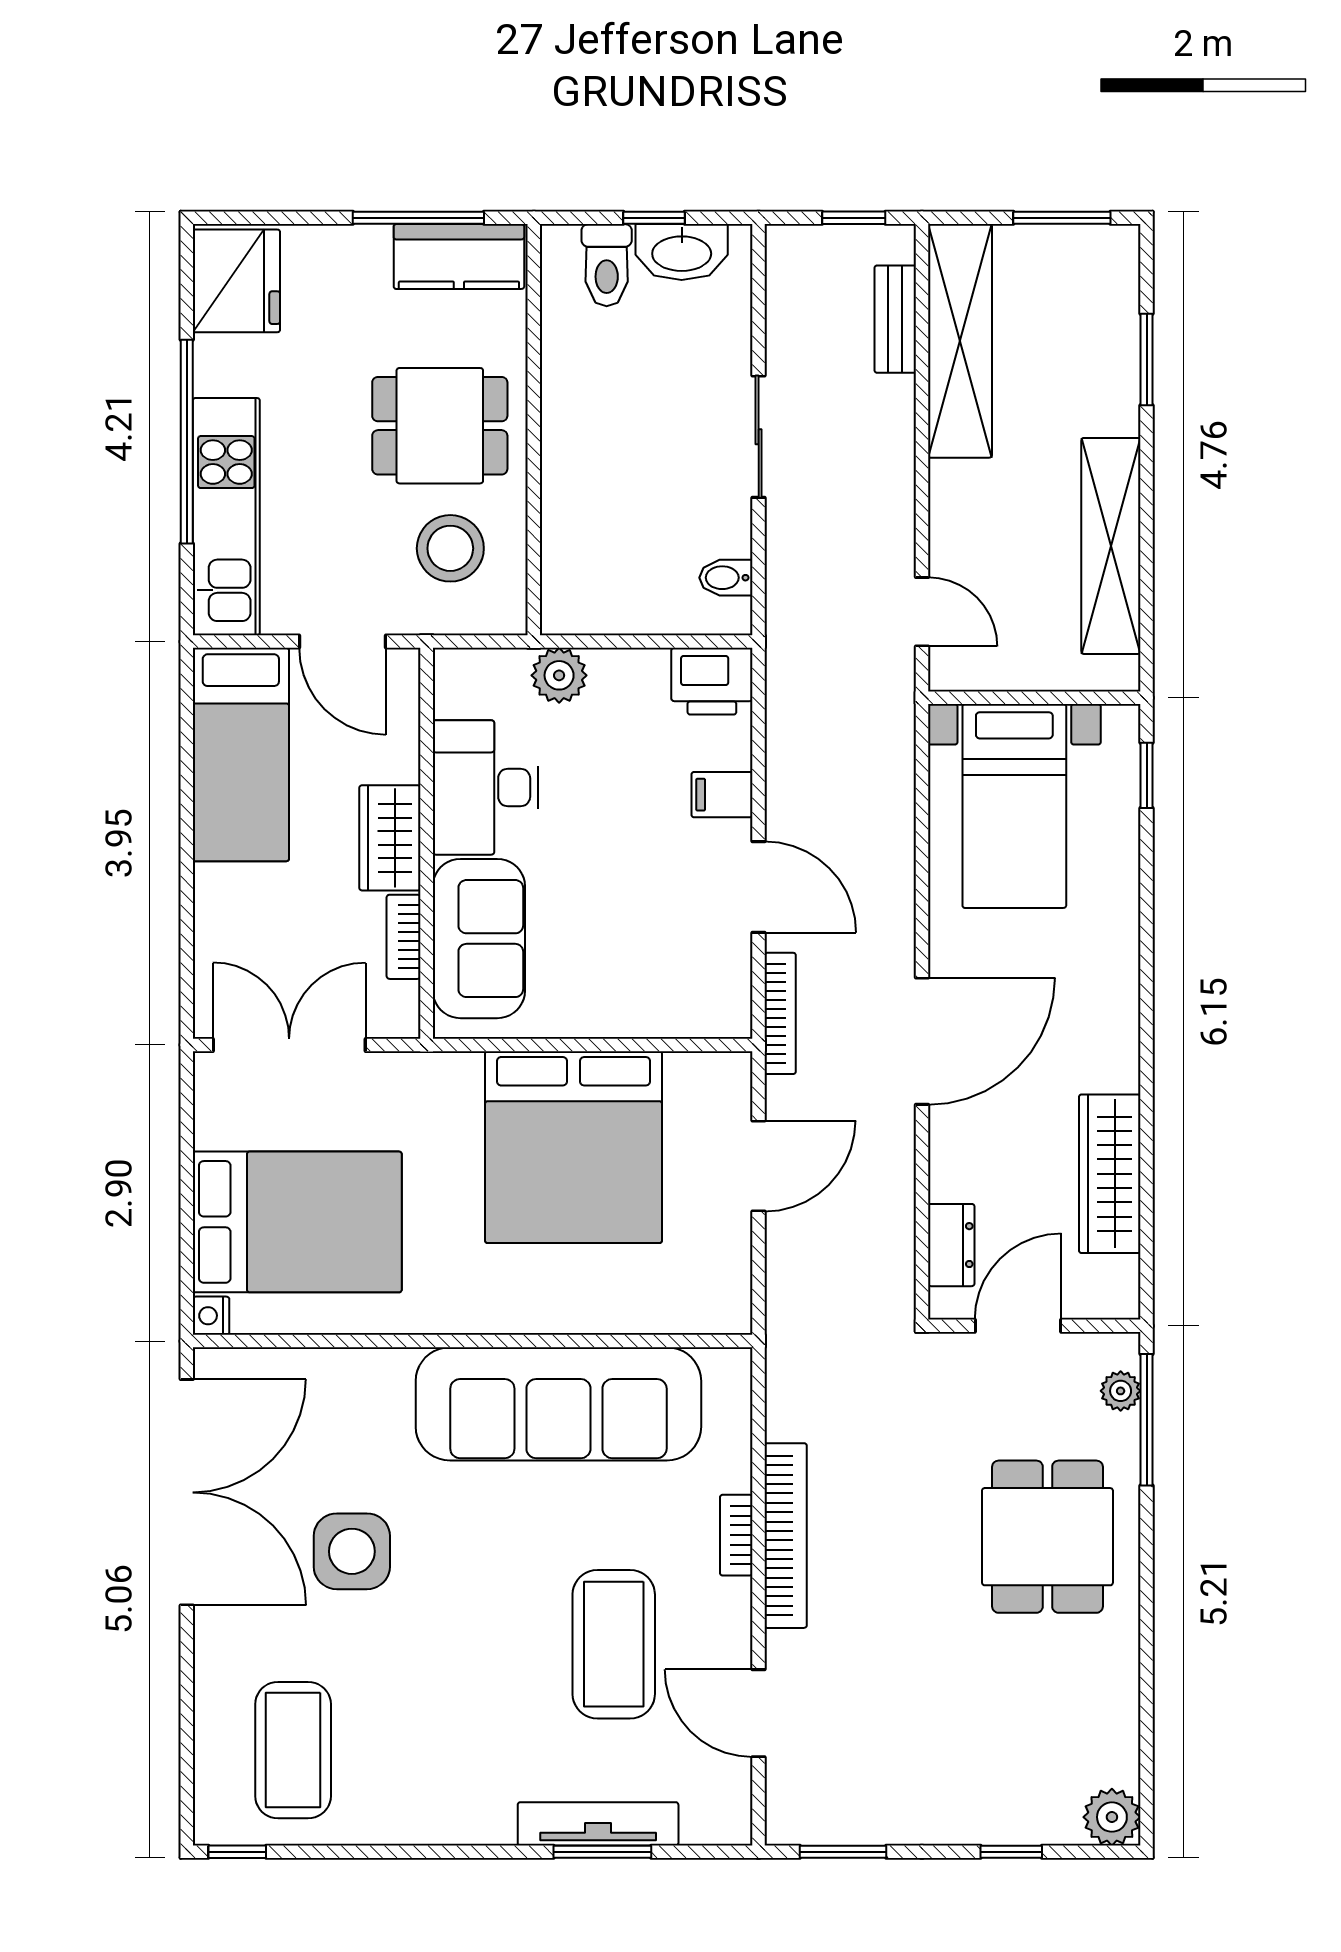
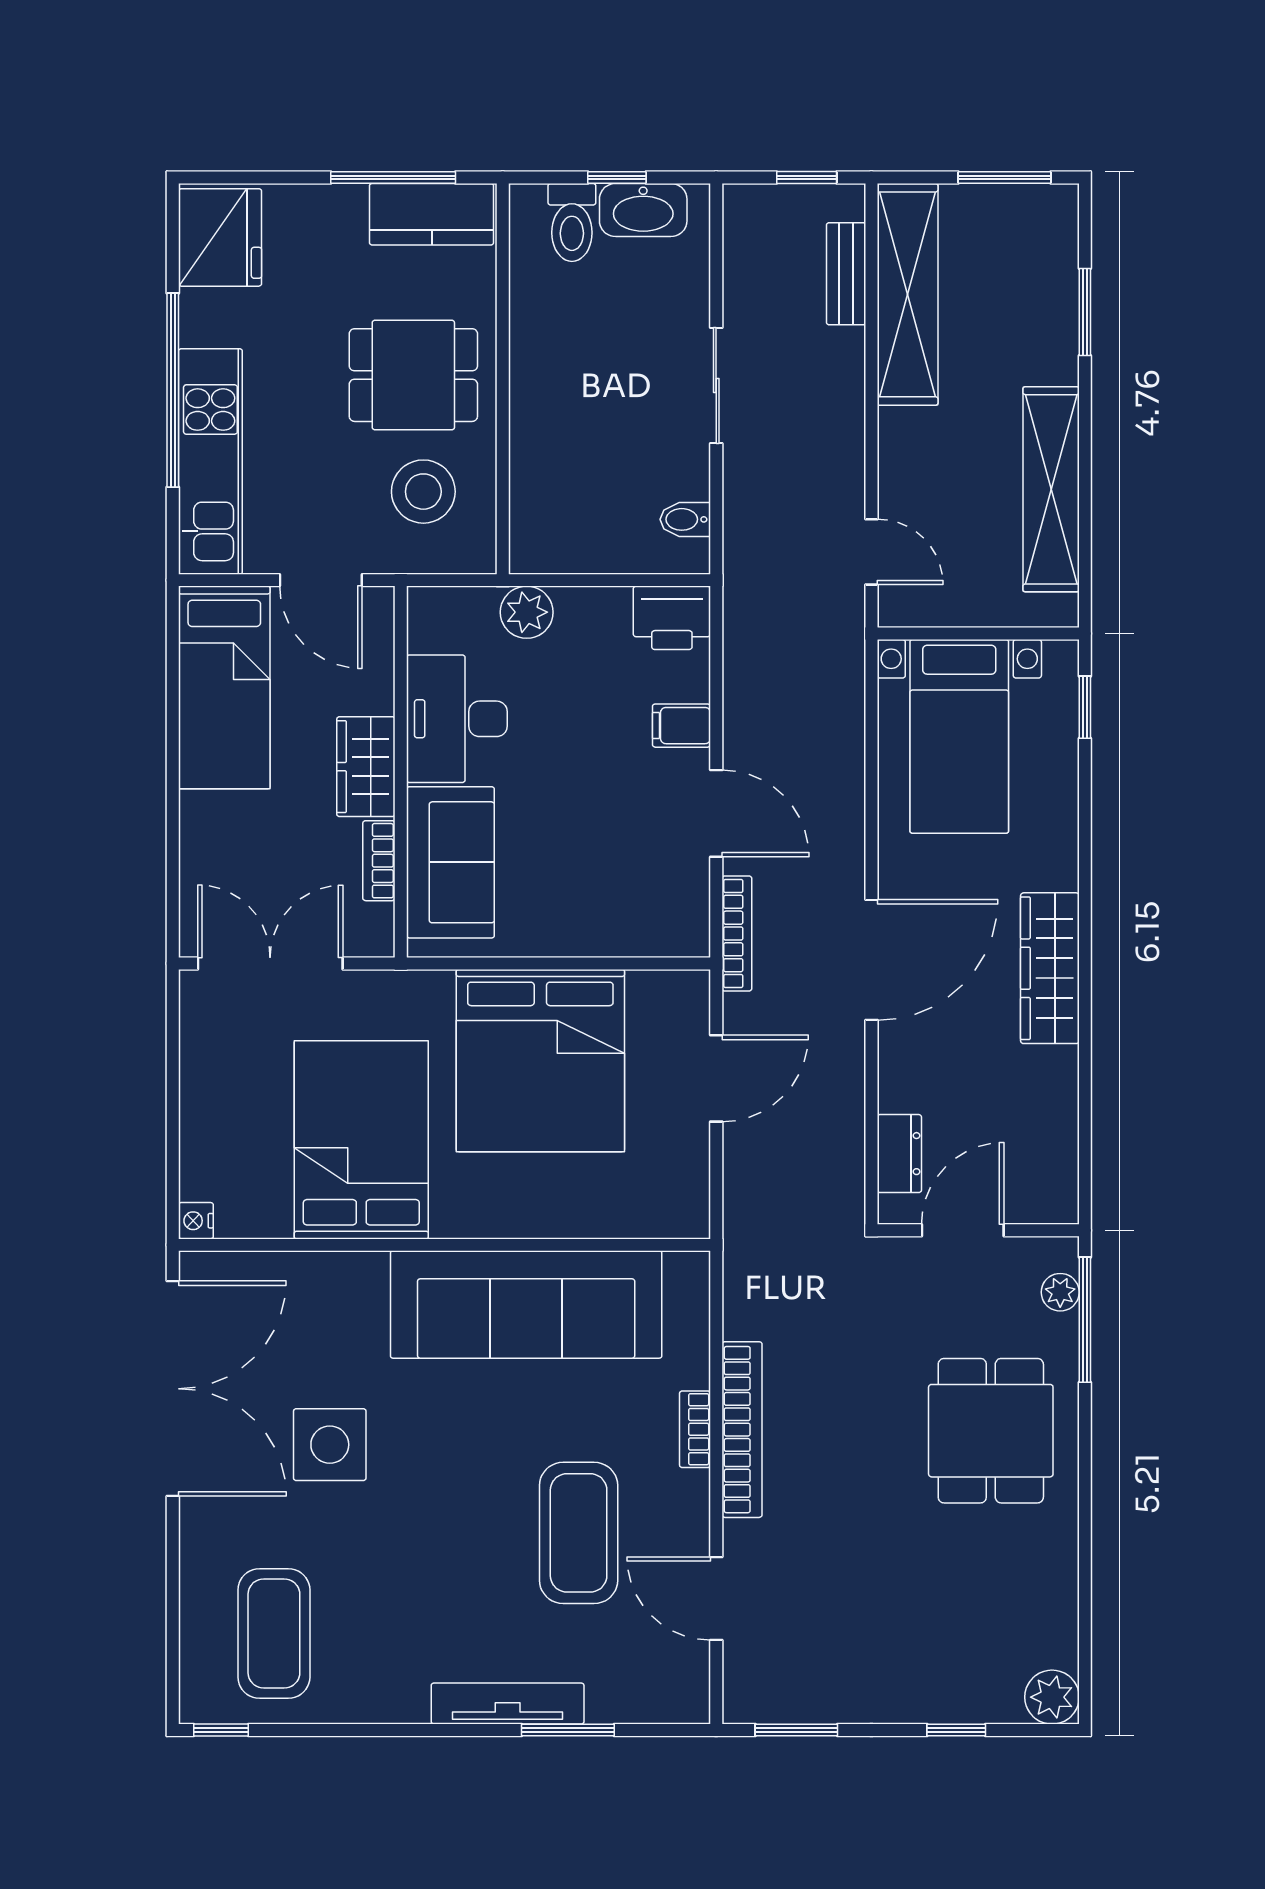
wardrobe: (1110, 1174) -> (1050, 968), moved
bed: (297, 1222) -> (361, 1140), moved, turned -90
tv unit: (598, 1824) -> (508, 1704), moved

